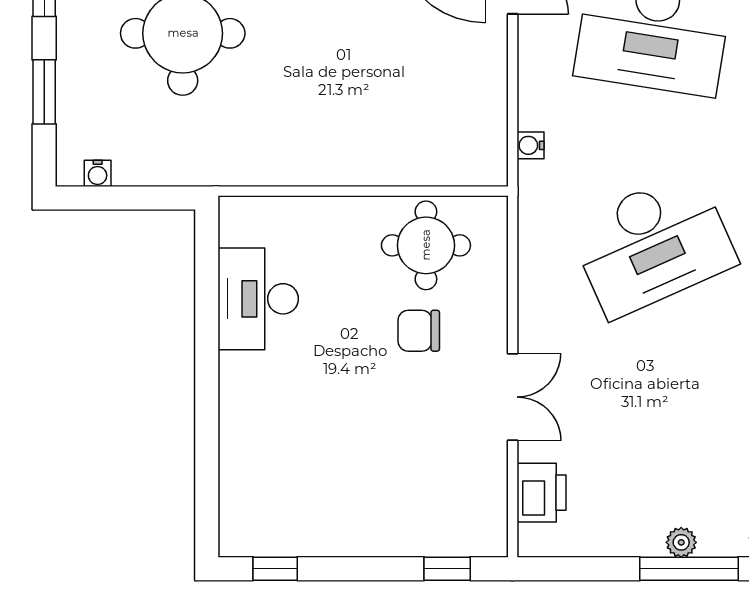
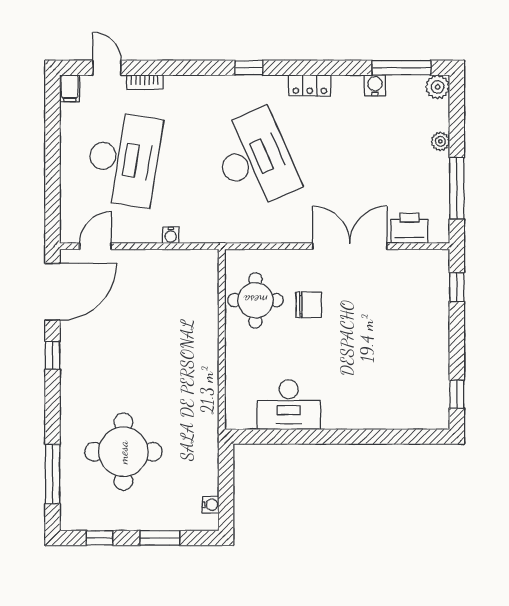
water cooler: (531, 145) -> (171, 235), moved
chair: (419, 331) -> (309, 305), turned -90
double door: (513, 397) -> (350, 246), width x1.37
window: (689, 569) -> (457, 188), moved

